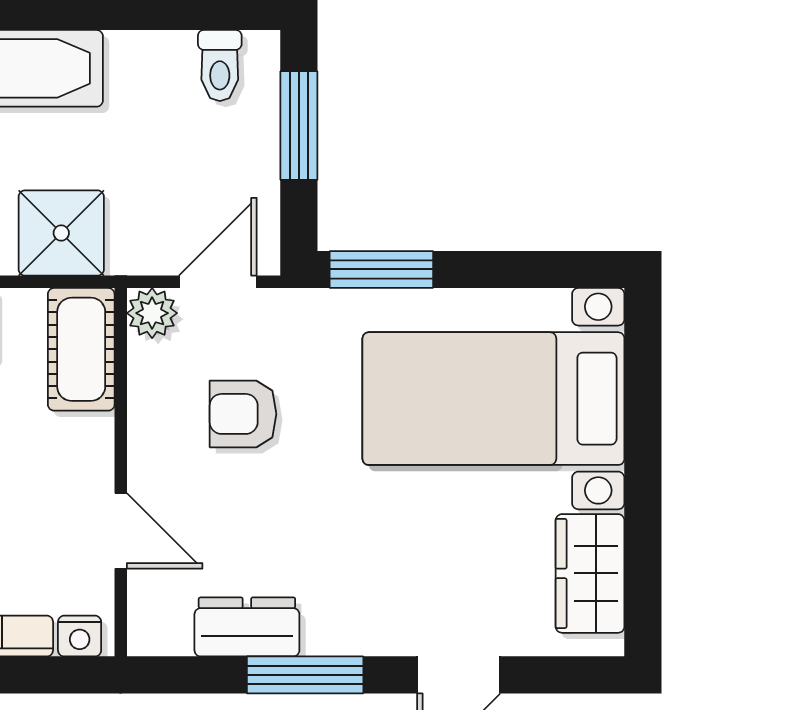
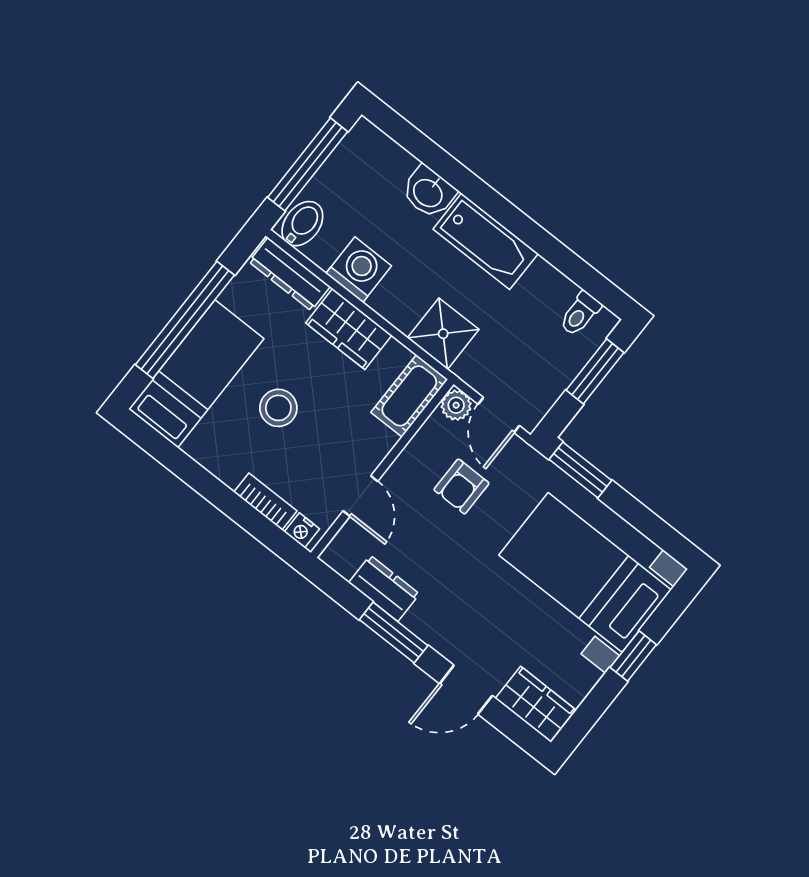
door: (218, 282) -> (499, 415), swing flipped
armchair: (243, 414) -> (461, 487), turned -90
window: (643, 458) -> (633, 656), added
wardrobe: (590, 573) -> (536, 704), moved, turned 90

